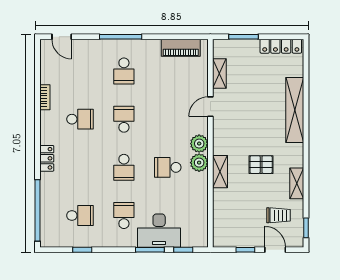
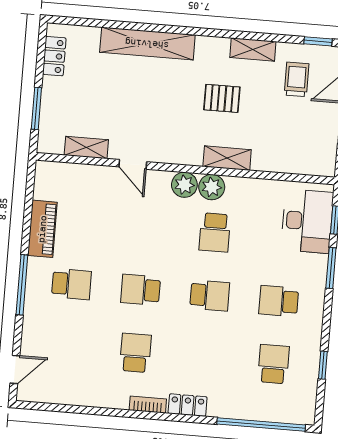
locker: (281, 46) -> (54, 56), width x0.66
piano: (181, 48) -> (42, 229), moved
bookcase: (45, 97) -> (148, 405), moved
pallet: (261, 165) -> (222, 98), turned 90
desk: (159, 231) -> (307, 221), moved

